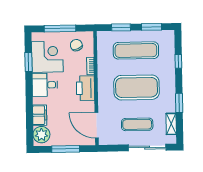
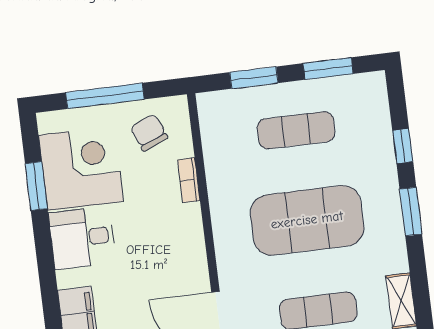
exercise mat: (136, 50) -> (296, 130), width x0.73, depth x0.69
printer: (85, 88) -> (182, 235), removed
window: (179, 103) -> (411, 212), moved

